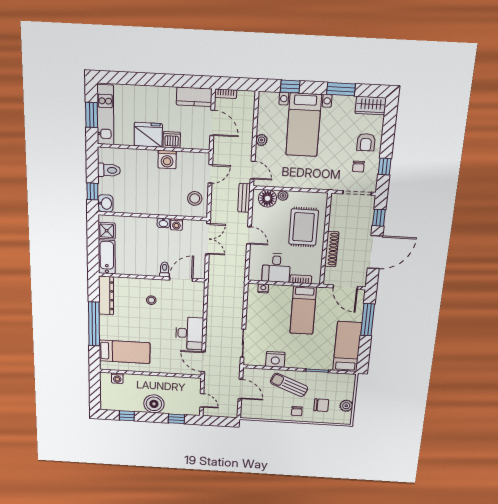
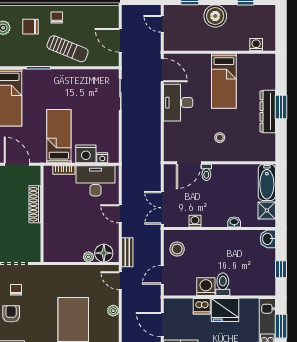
toilet: (109, 170) -> (223, 284), moved, turned 90
window: (92, 191) -> (281, 269), moved
washbasin: (163, 223) -> (234, 222), moved
rug: (304, 227) -> (65, 226), removed
desk: (276, 268) -> (96, 181), width x1.37
dresser: (106, 296) -> (268, 112), moved
window: (94, 324) -> (281, 107), width x0.47
bed: (125, 352) -> (224, 81), moved, turned -90
nightstand: (275, 359) -> (86, 154), moved, turned 180

